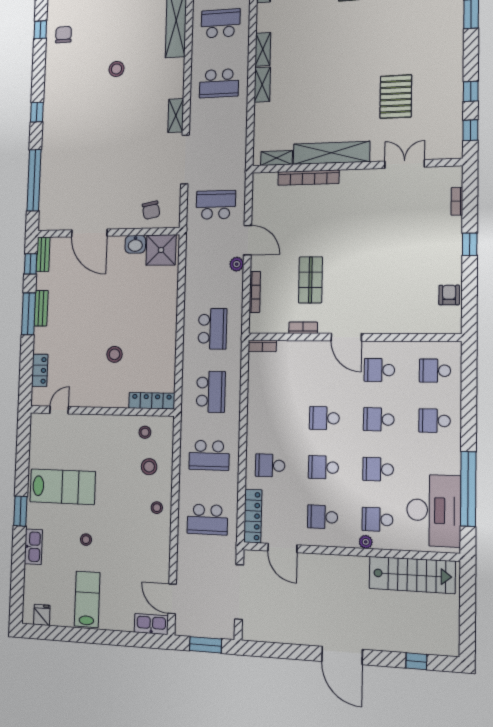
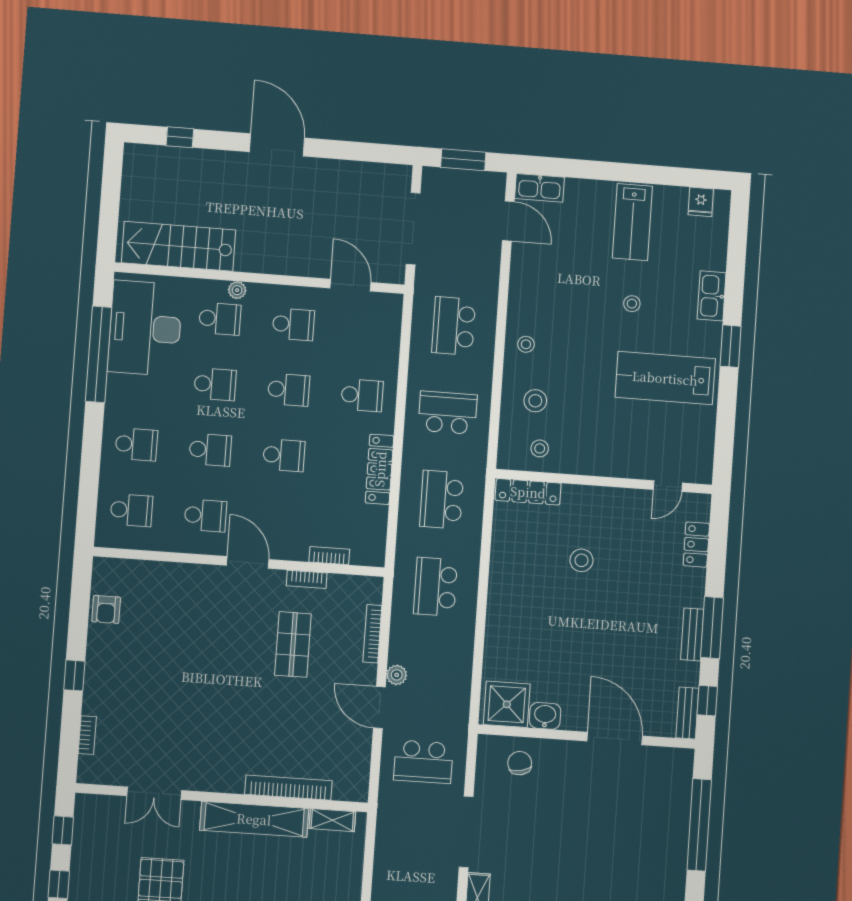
bookcase: (262, 346) -> (329, 556), moved
locker: (253, 516) -> (380, 469), moved
school desk: (207, 519) -> (454, 326), turned -90

